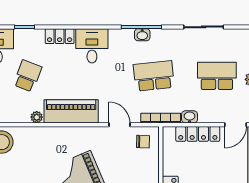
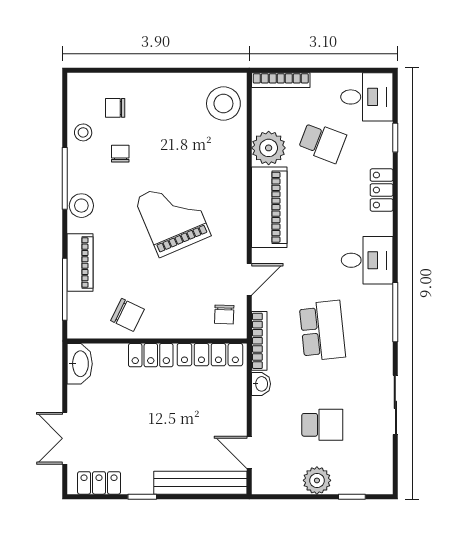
washbasin: (142, 35) -> (384, 313), removed
desk: (92, 46) -> (367, 260), moved
school desk: (217, 76) -> (322, 425), width x0.54
plant: (37, 117) -> (269, 148), width x1.87, depth x1.87
locker: (198, 134) -> (210, 355), moved, turned -90

